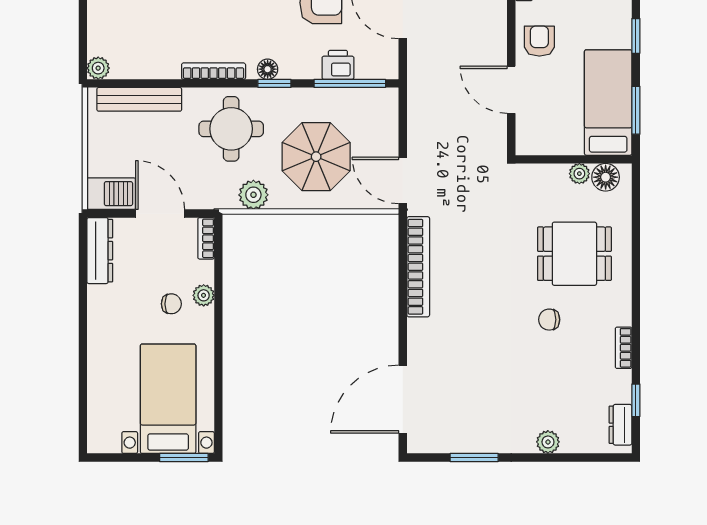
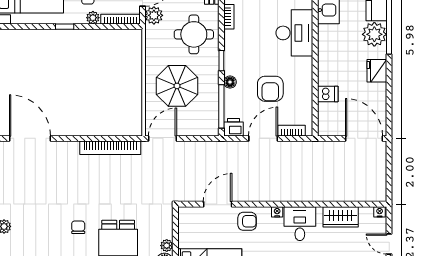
printer: (338, 65) -> (233, 127), moved, turned -90
floor lamp: (268, 69) -> (230, 82), moved
bookcase: (214, 71) -> (229, 17), width x0.64
plant: (253, 195) -> (154, 15), moved
bookcase: (206, 238) -> (120, 19), width x1.56
window: (218, 342) -> (65, 27), added

